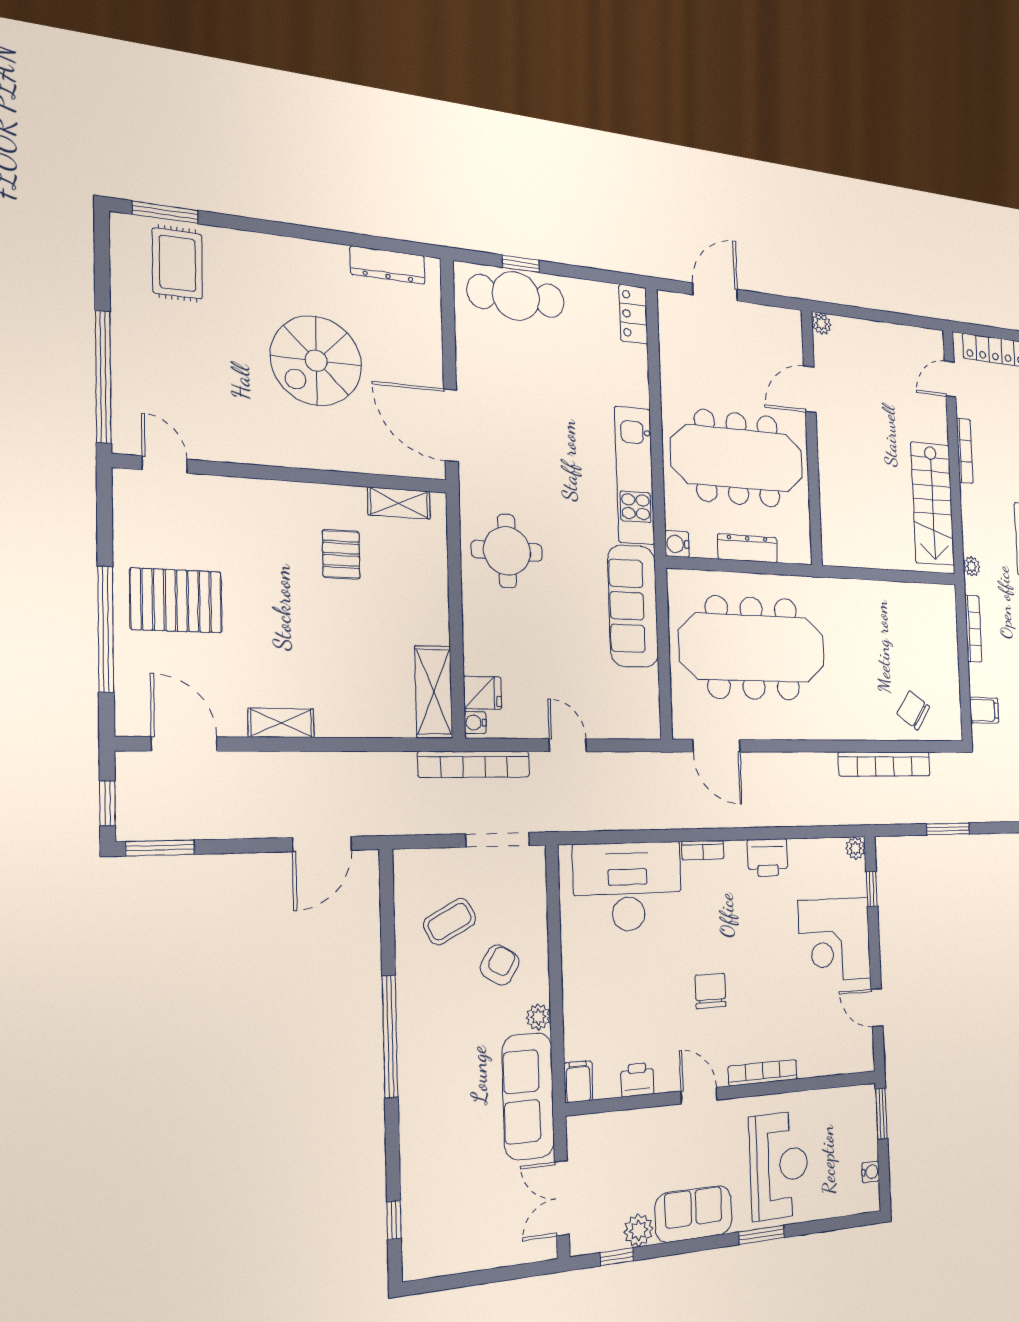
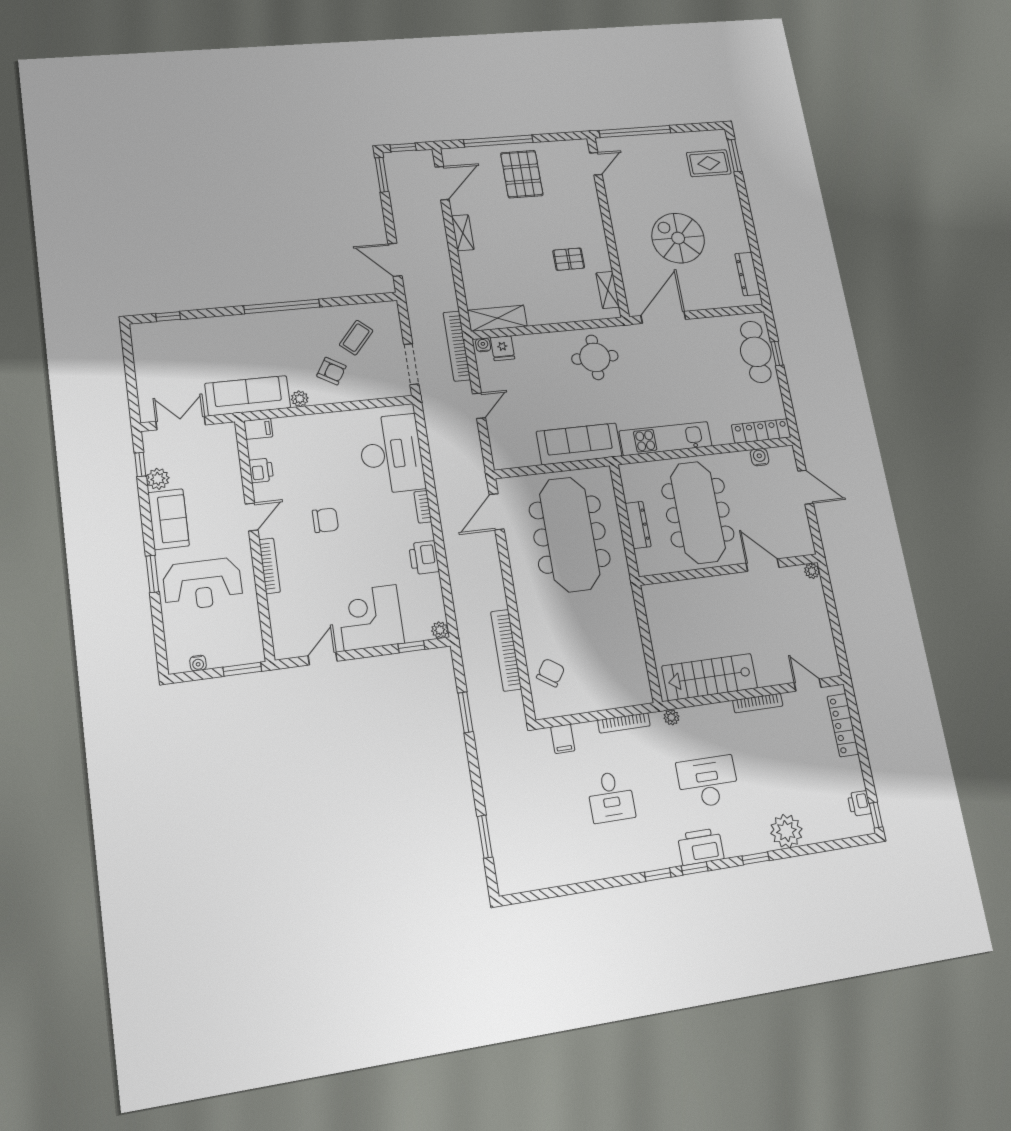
locker: (633, 314) -> (761, 431), width x1.53
water cooler: (677, 544) -> (760, 457), moved
coffee table: (450, 922) -> (356, 338), turned 69

